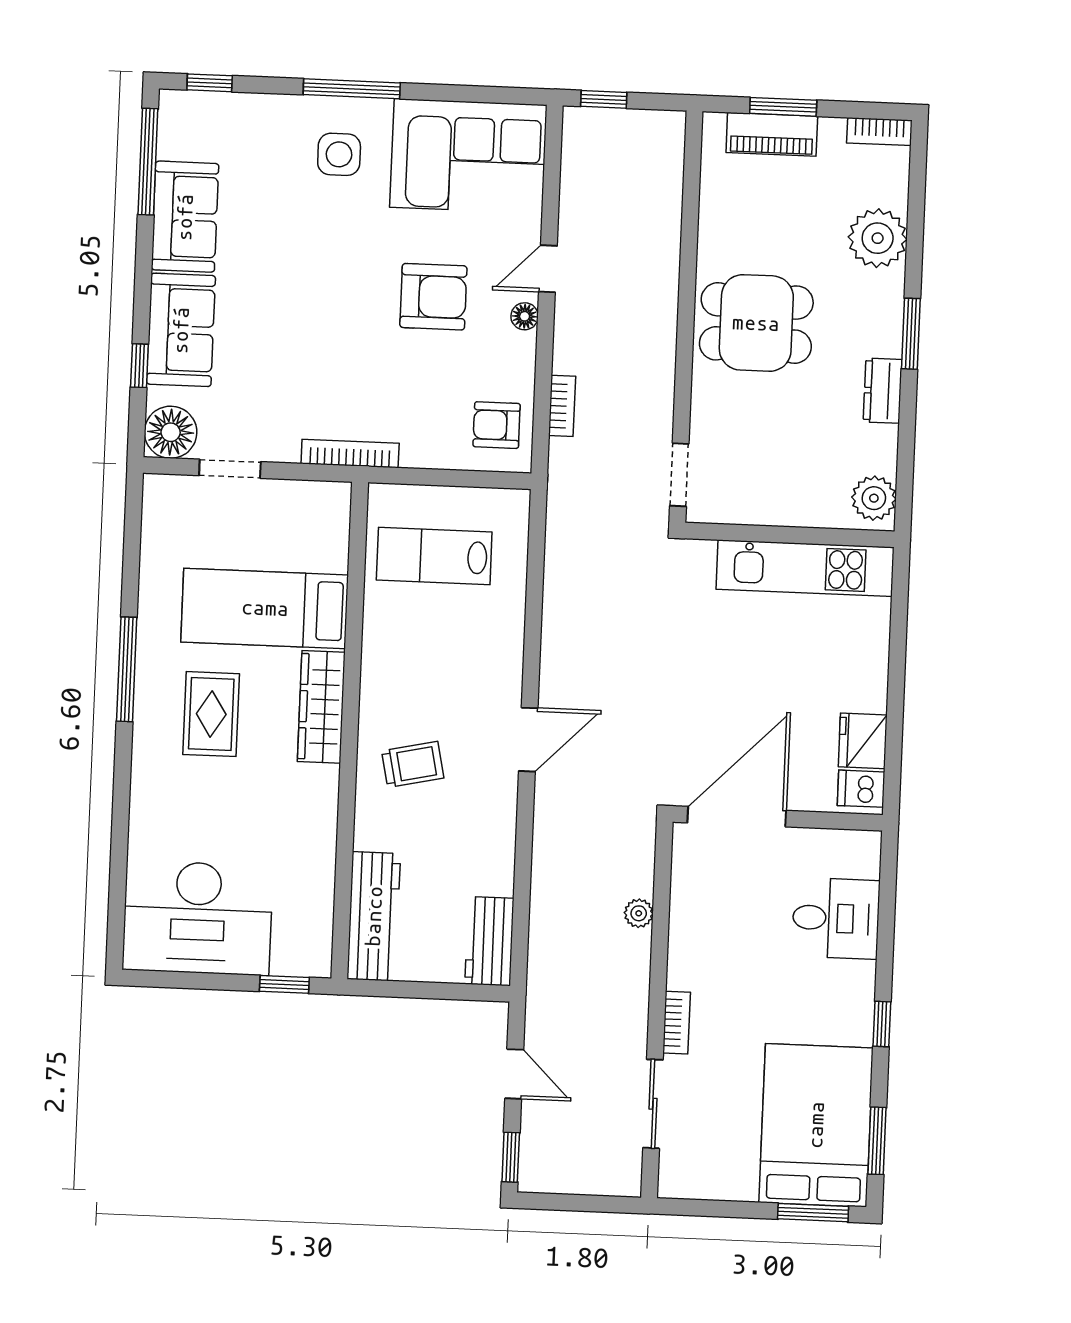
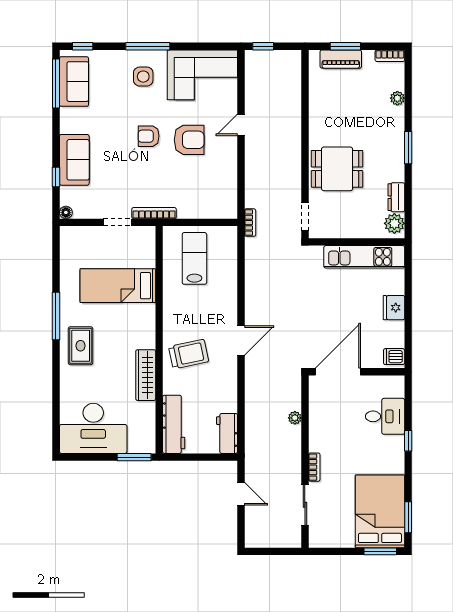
sofa: (185, 217) -> (74, 82), moved
plant: (878, 238) -> (397, 98), width x0.53, depth x0.53
floor lamp: (525, 316) -> (231, 147), removed
dining table: (756, 323) -> (337, 169), moved
dresser: (883, 391) -> (396, 197), moved
bookcase: (562, 406) -> (250, 223), moved
armchair: (497, 425) -> (149, 136), moved
floor lamp: (171, 432) -> (66, 212), width x0.53, depth x0.53
doorway: (230, 469) -> (118, 222), moved
lab bench: (434, 556) -> (194, 258), turned 90
wardrobe: (321, 707) -> (146, 375), moved
rug: (211, 714) -> (81, 346), moved
fridge: (863, 741) -> (394, 308), moved
trolley: (413, 764) -> (189, 354), width x1.36, depth x1.39
window: (284, 984) -> (134, 457), width x1.50
window: (882, 1024) -> (408, 441), moved
window: (511, 1157) -> (241, 532), removed

